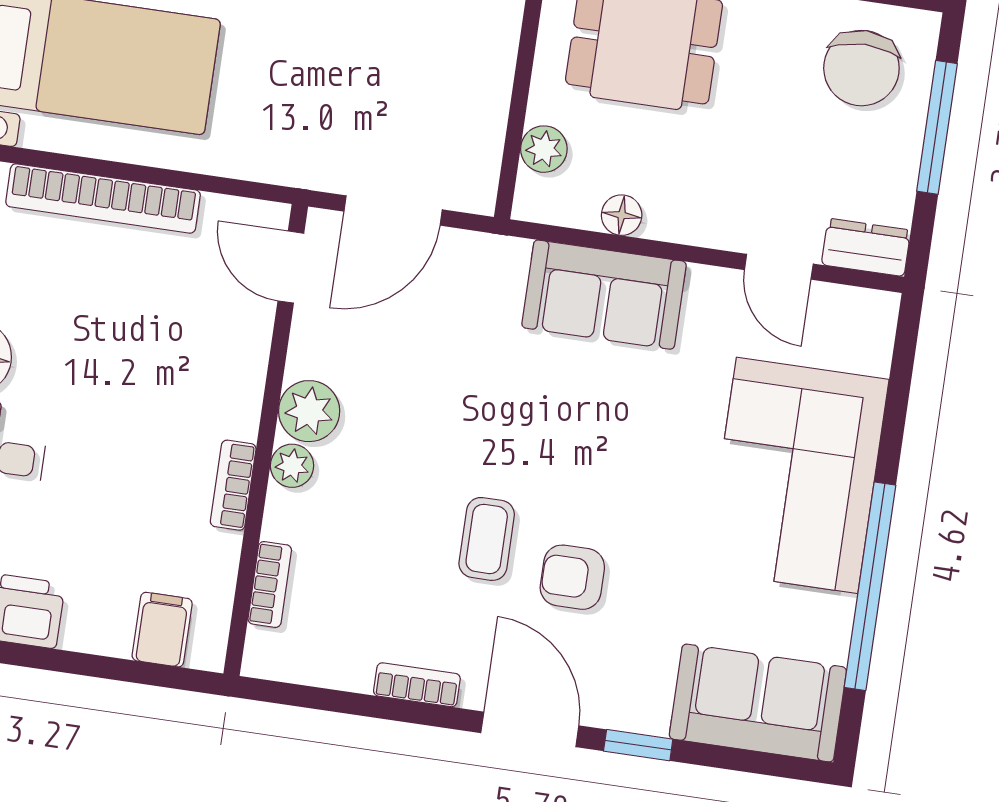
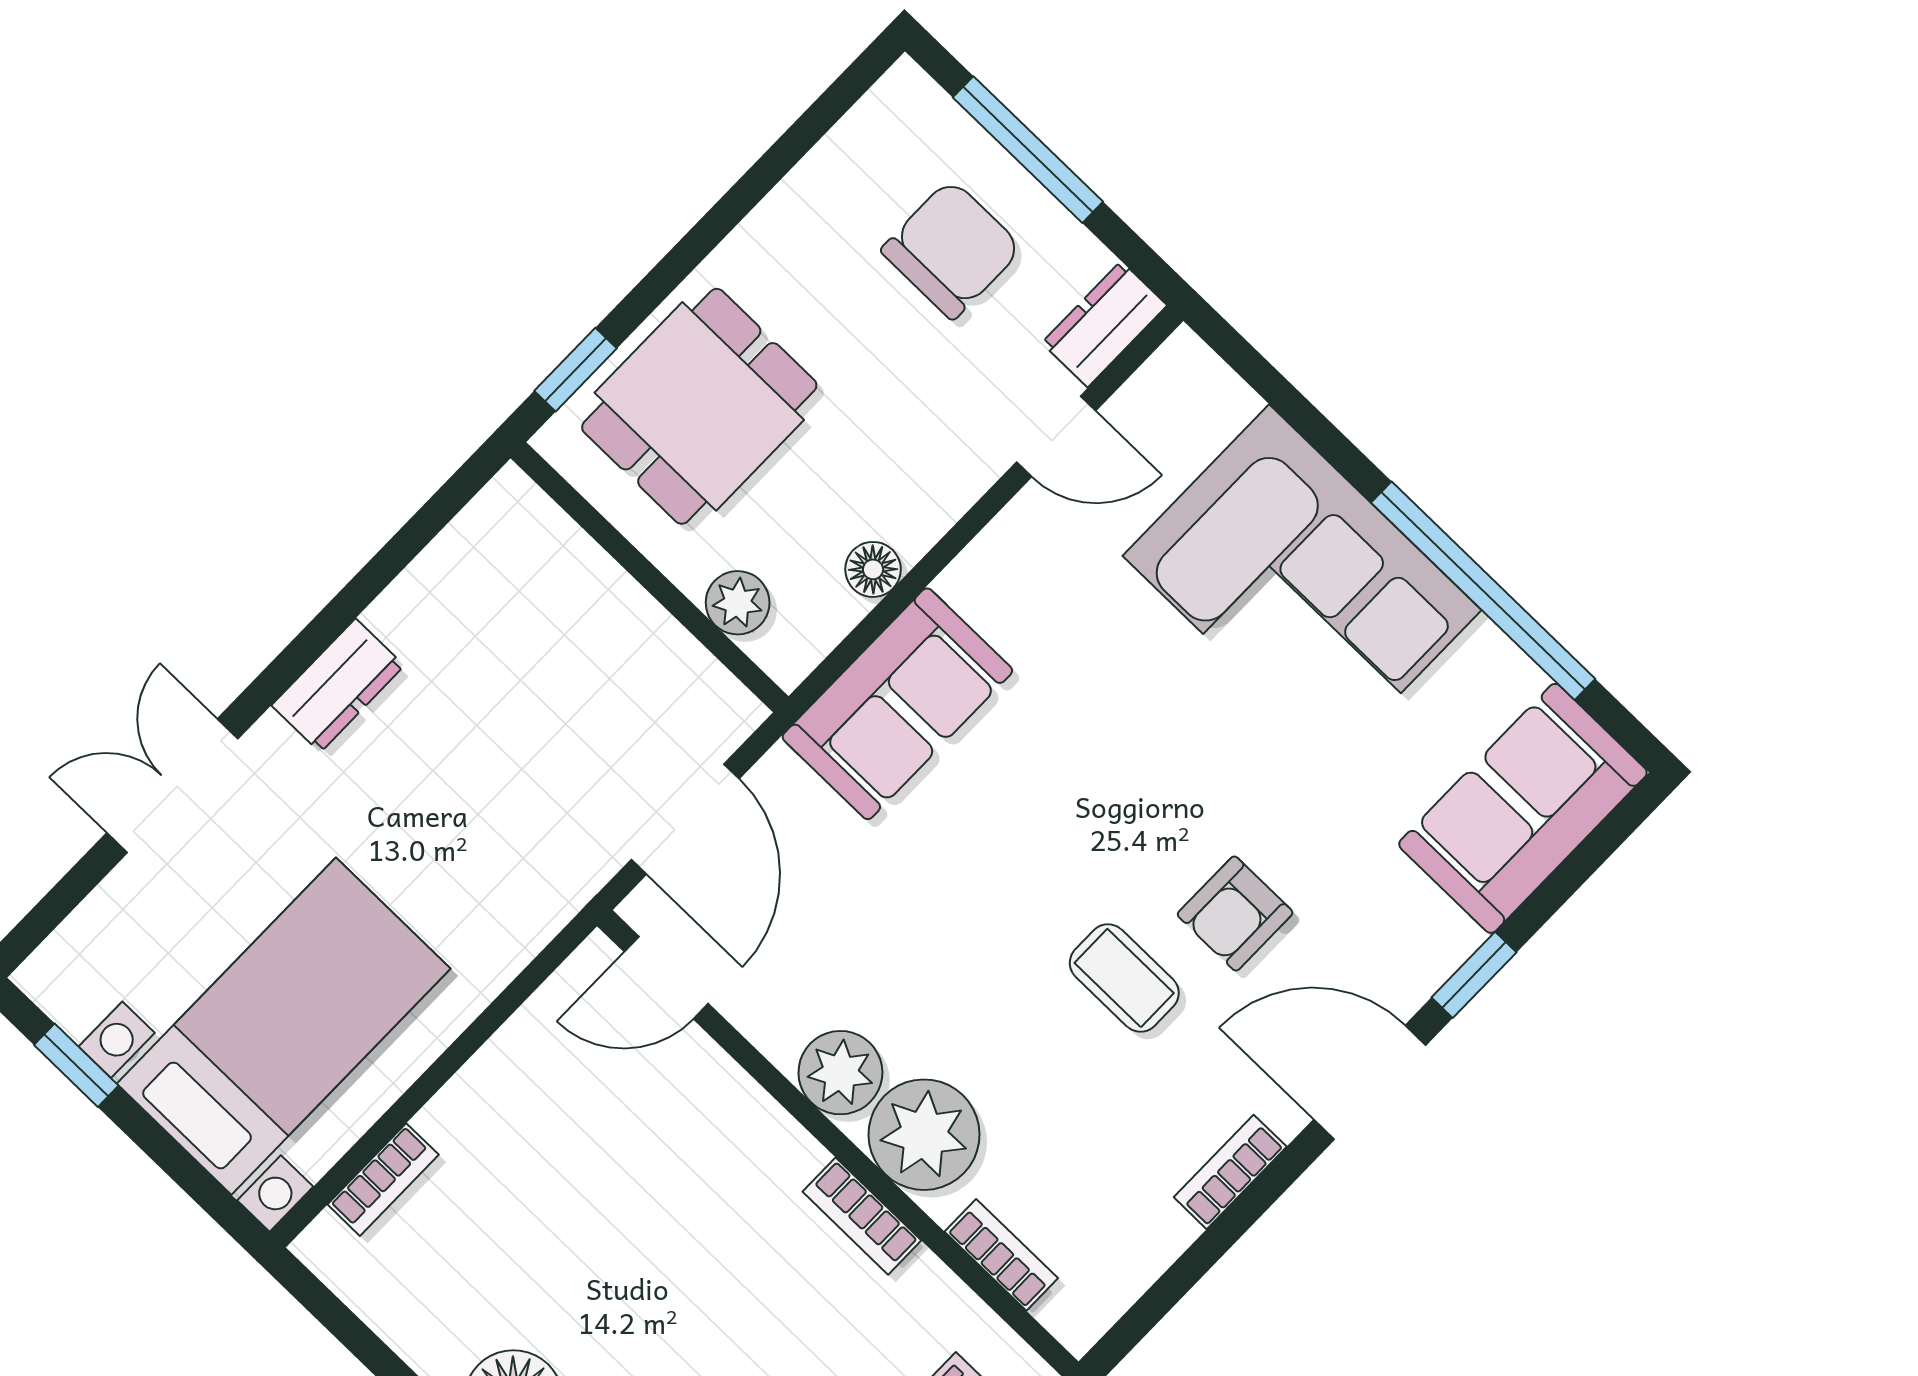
chair: (861, 68) -> (952, 249), moved, turned -90
bookcase: (103, 198) -> (383, 1180), width x0.43, depth x0.76
sofa: (604, 295) -> (897, 704), moved
plant: (292, 466) -> (924, 1135), width x1.87, depth x1.87

